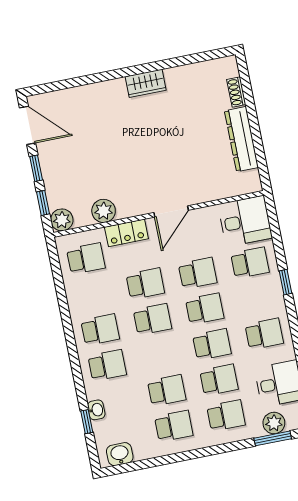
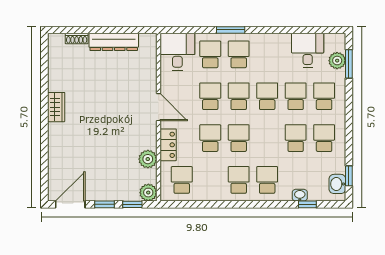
window: (286, 282) -> (231, 30), width x1.50
school desk: (264, 334) -> (239, 54), moved
window: (133, 466) -> (349, 176), added

